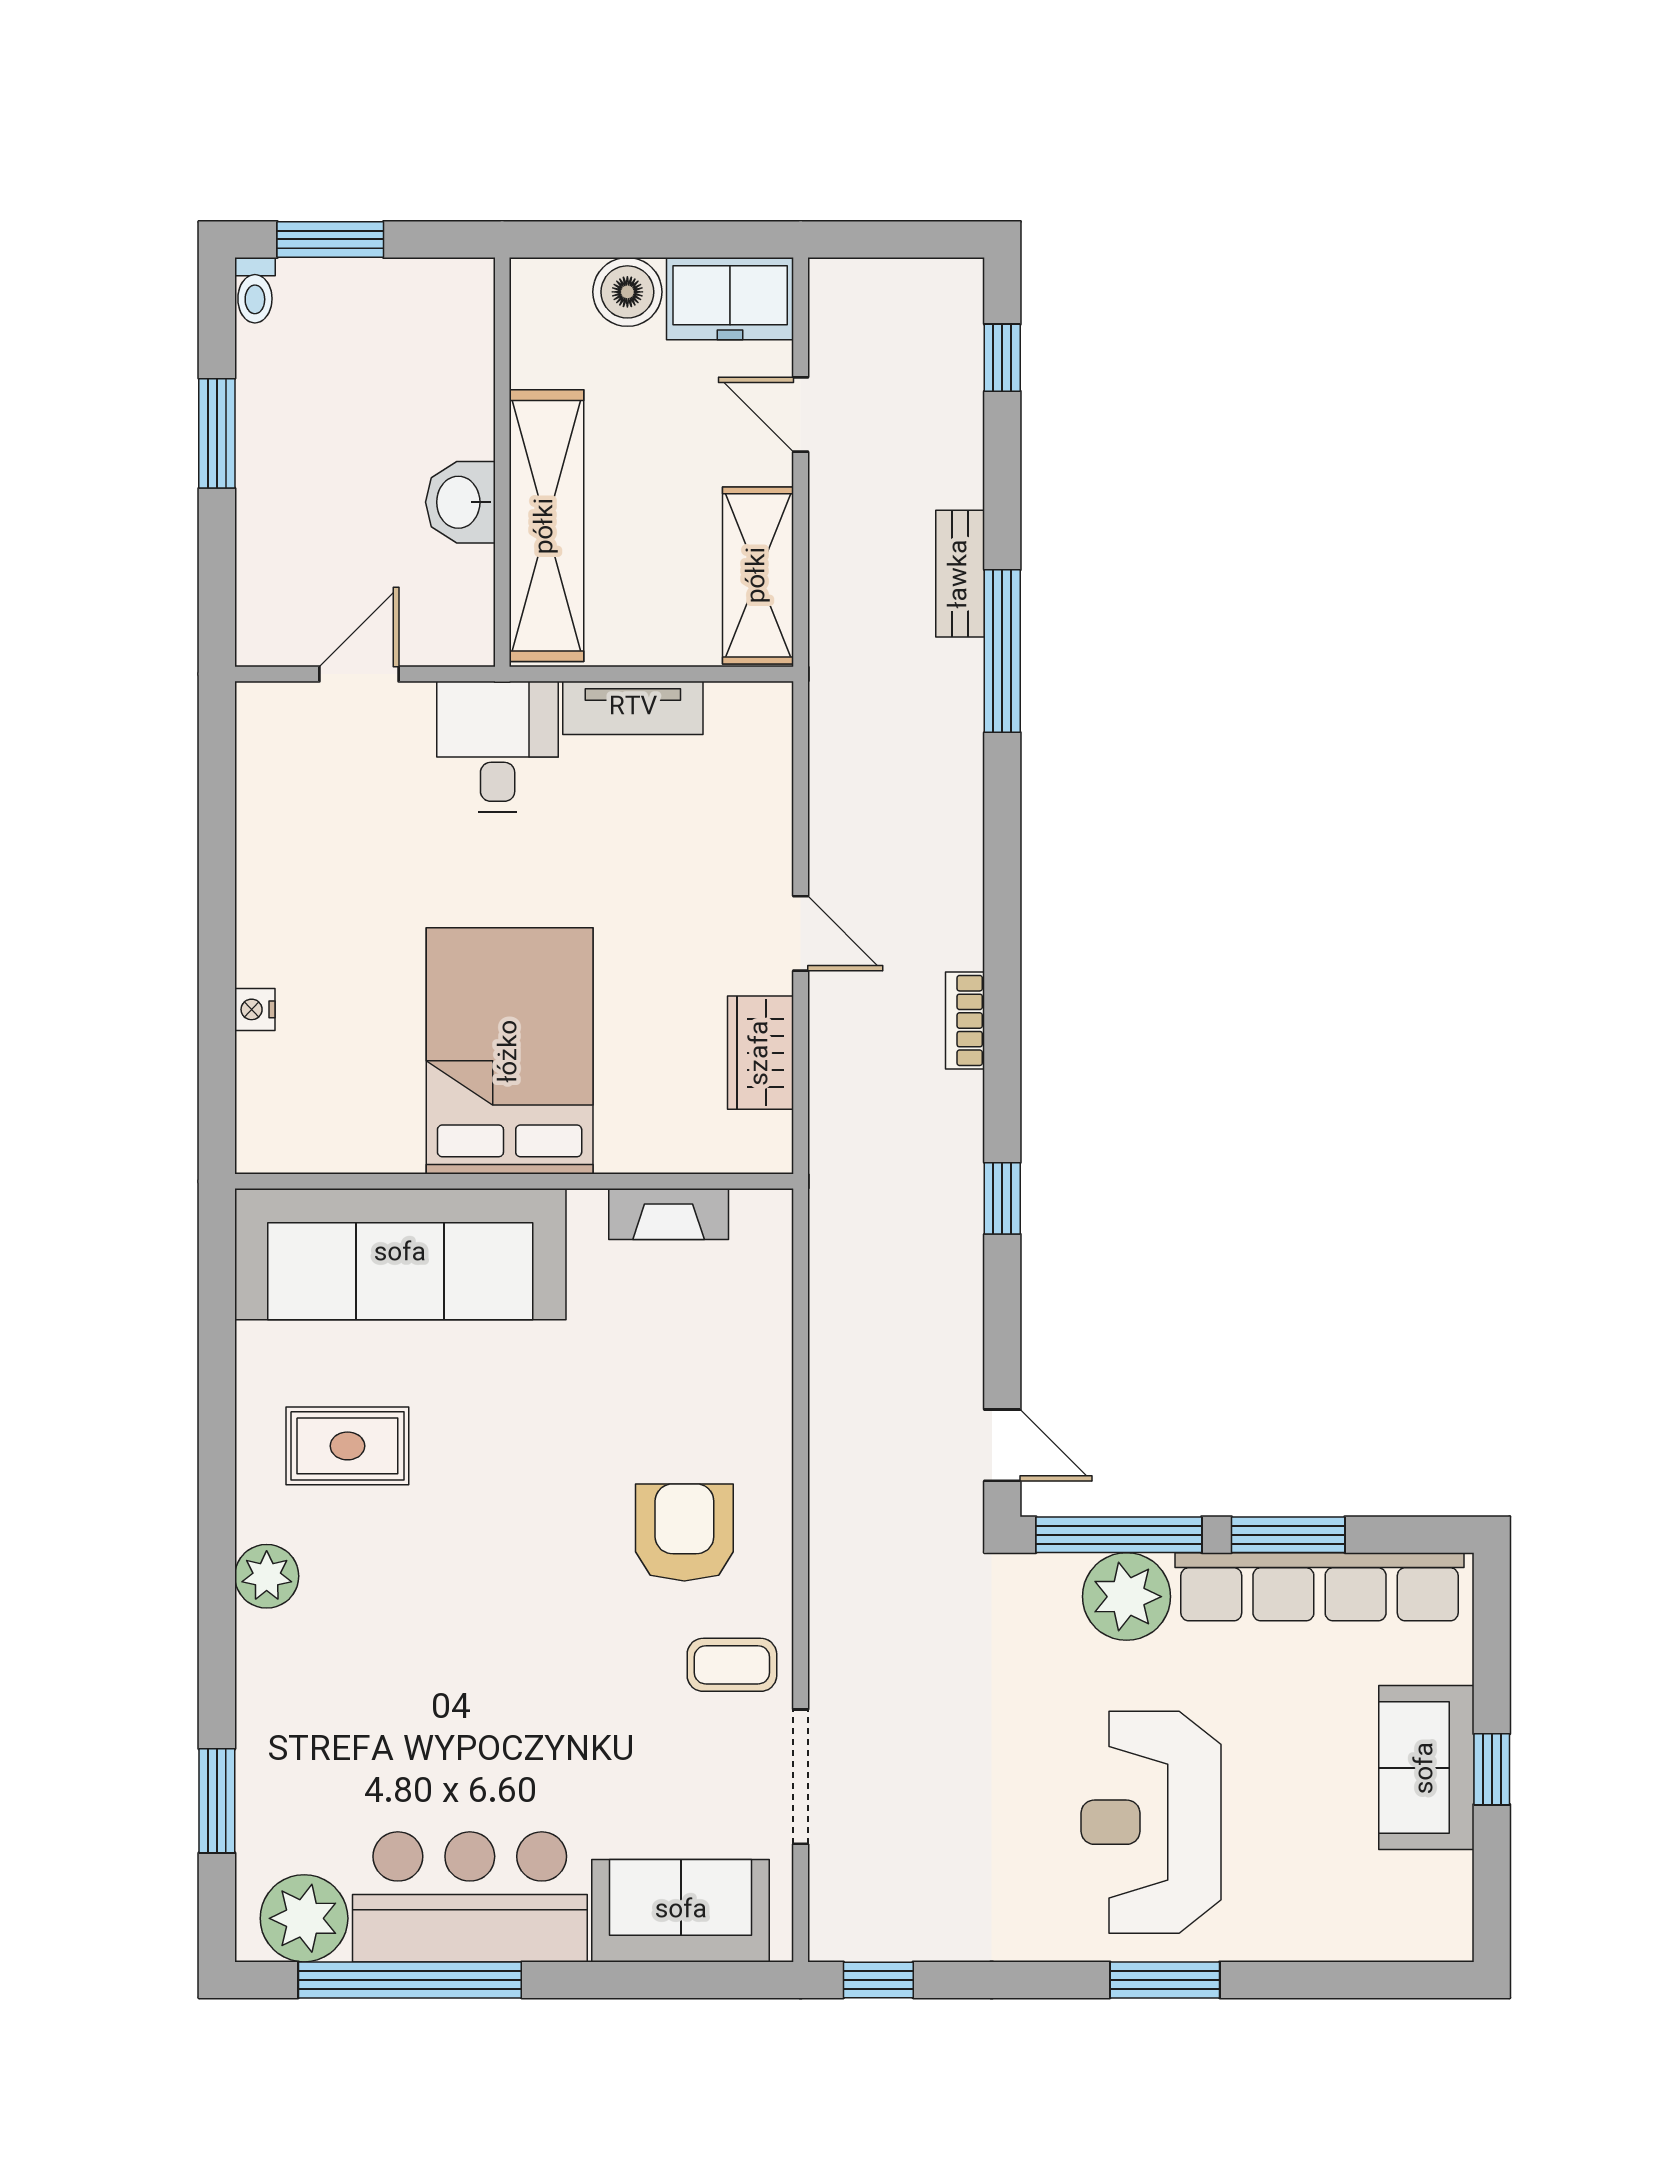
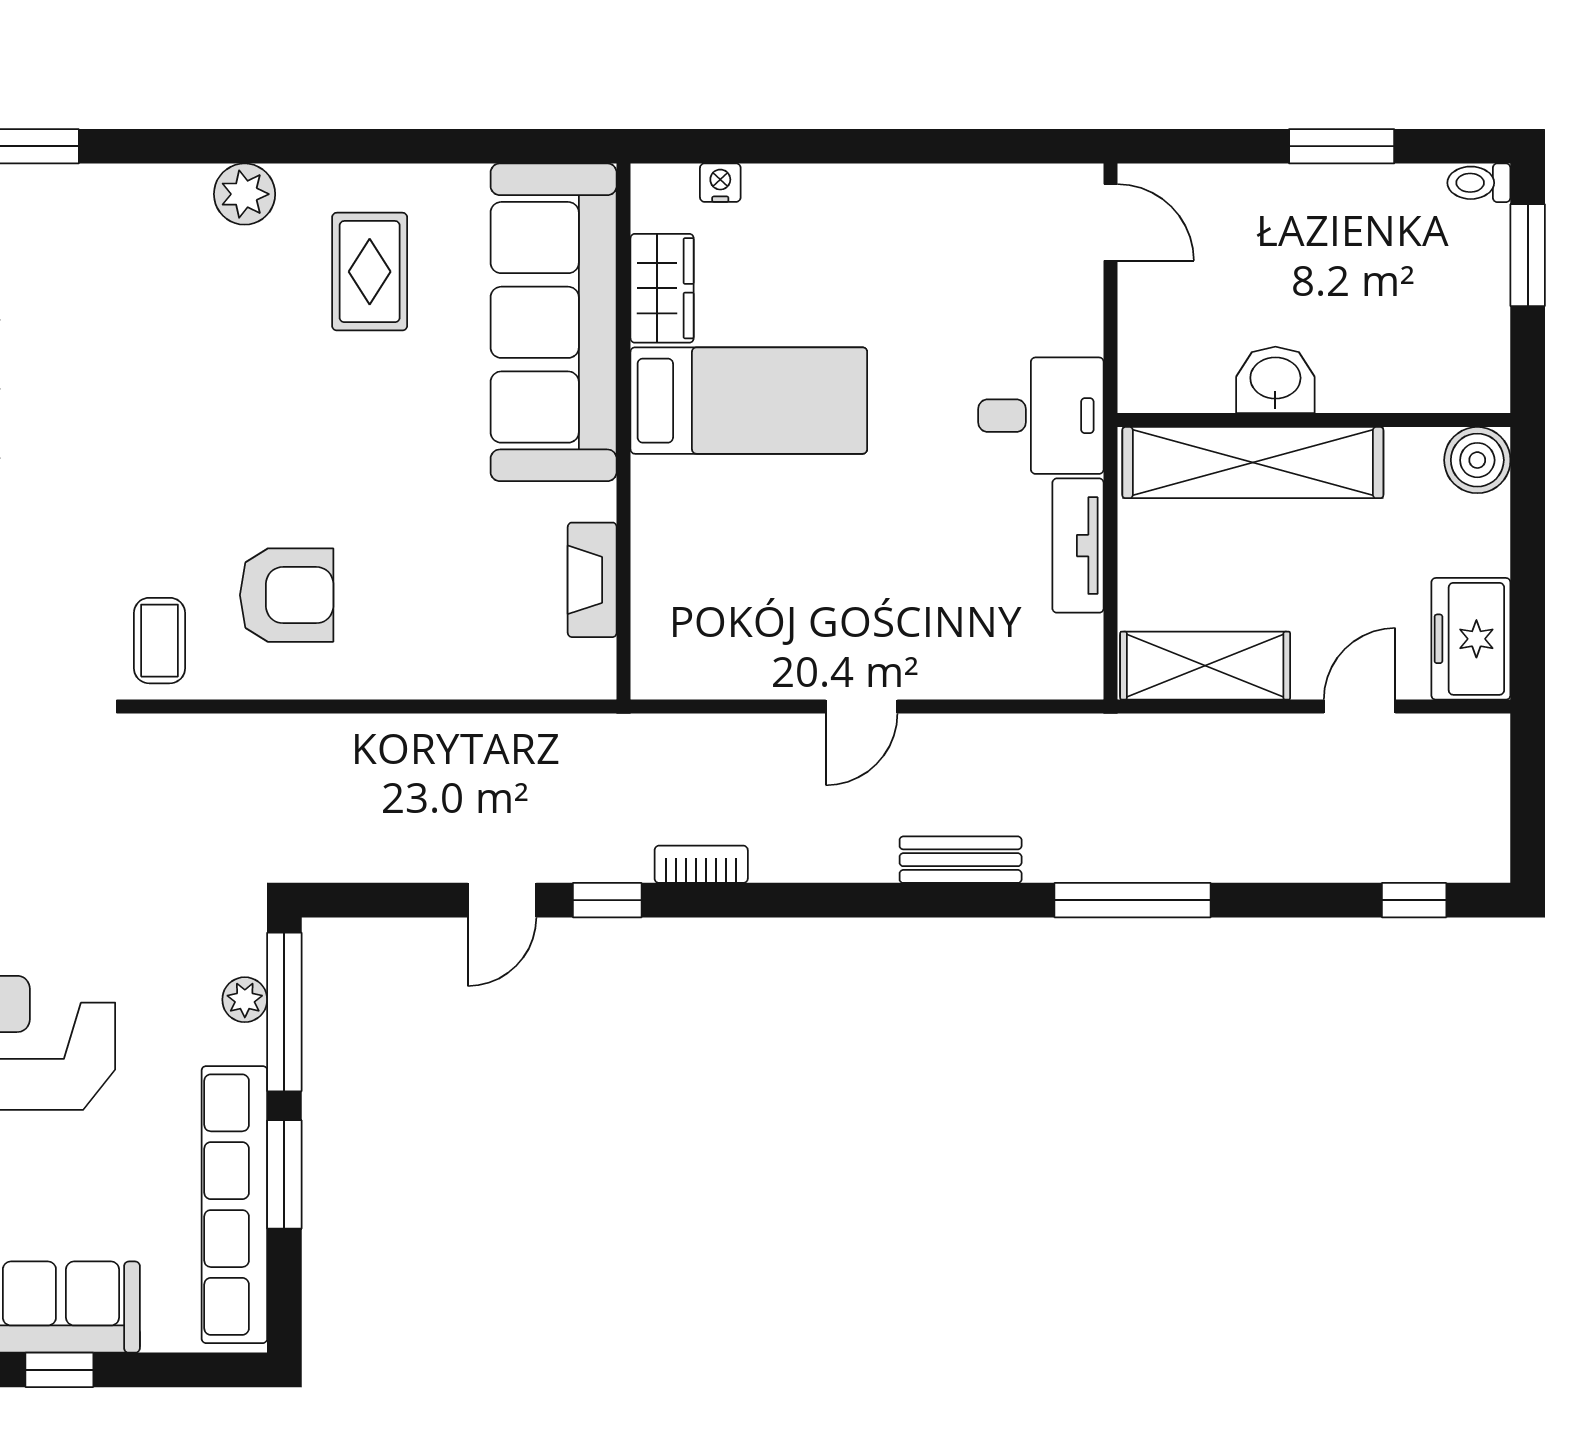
boiler: (627, 292) -> (1477, 460), moved
bench: (960, 574) -> (961, 860), moved
door: (359, 674) -> (1111, 222), moved
nightstand: (255, 1009) -> (720, 183), moved
bookcase: (965, 1020) -> (701, 864), moved
bed: (510, 1051) -> (749, 401), width x0.67
wardrobe: (761, 1053) -> (662, 288), moved, turned 90
door: (1002, 1445) -> (502, 900), moved
plant: (1126, 1597) -> (245, 1000), width x0.53, depth x0.53

